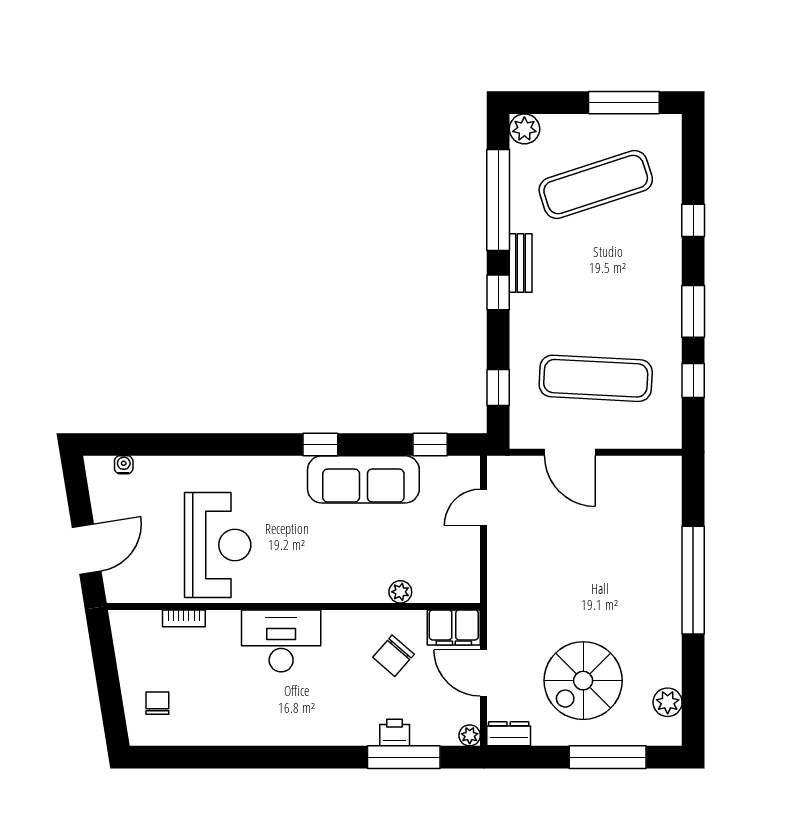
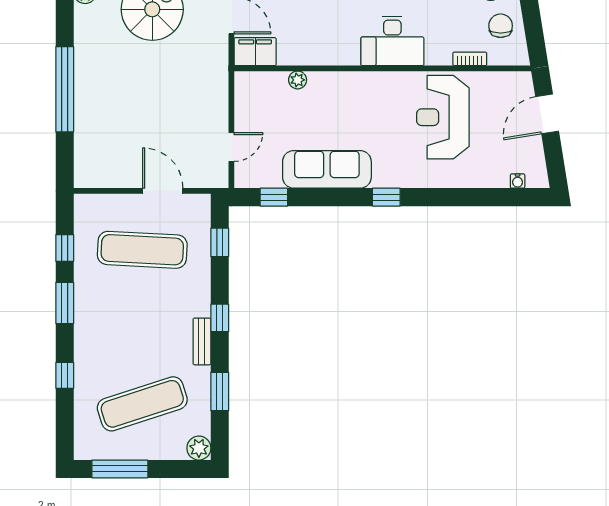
window: (498, 200) -> (220, 391), width x0.47
window: (320, 444) -> (386, 197), moved
chair: (393, 656) -> (501, 26), moved, turned -41

